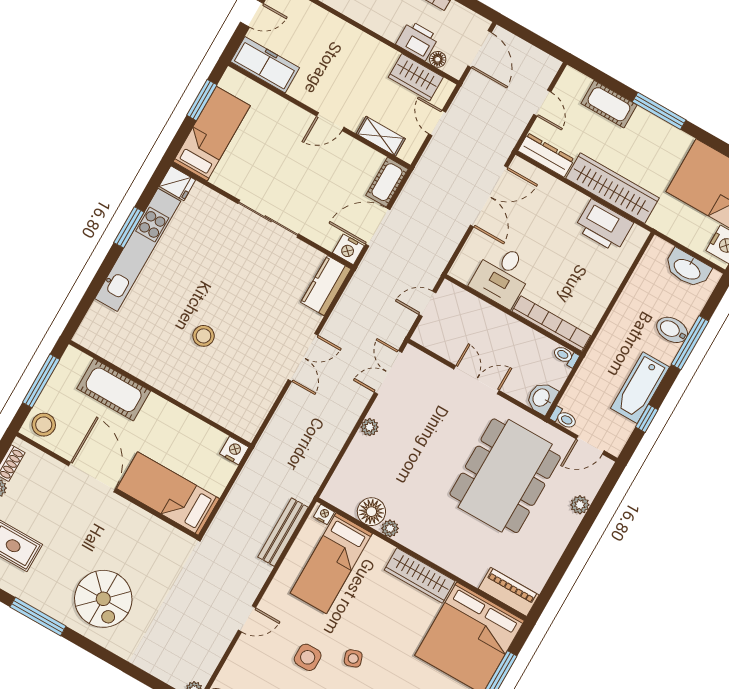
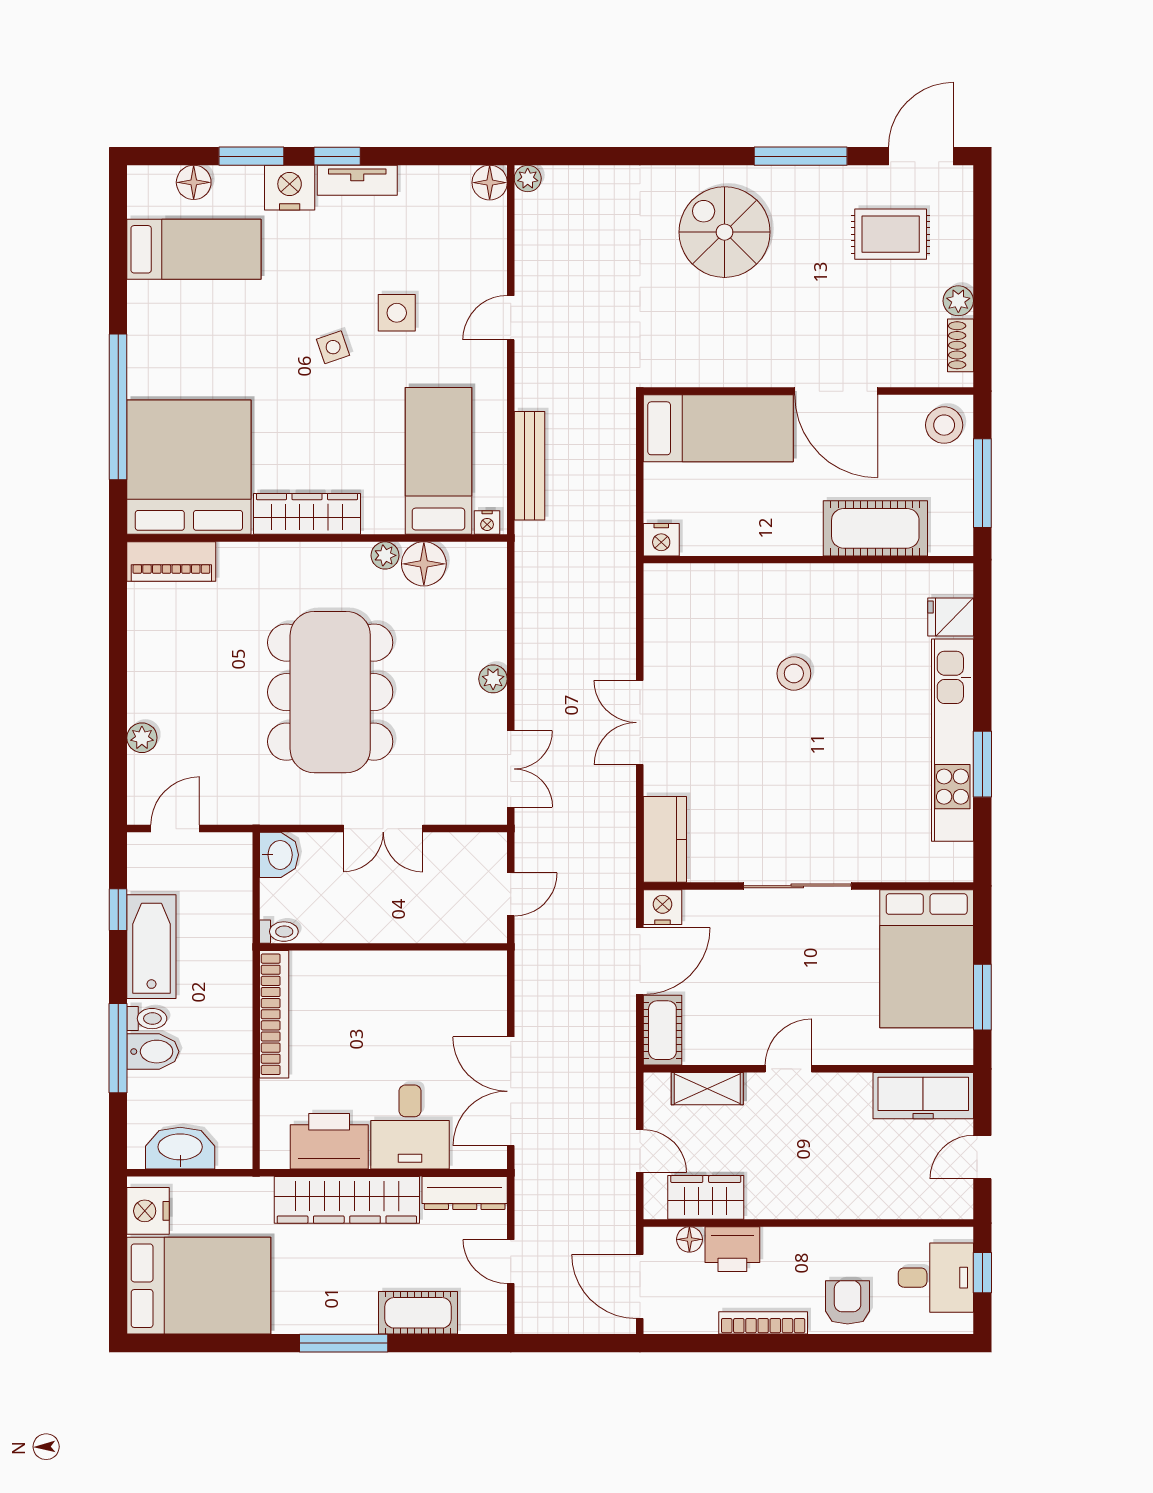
bed: (212, 134) -> (927, 959), width x1.50
fridge: (177, 183) -> (951, 617), moved
desk: (502, 275) -> (410, 1127), moved, turned 180
bookcase: (551, 324) -> (274, 1014), moved, turned -90
toilet: (564, 418) -> (147, 1019), moved, turned 180
dining table: (505, 476) -> (330, 692), moved

